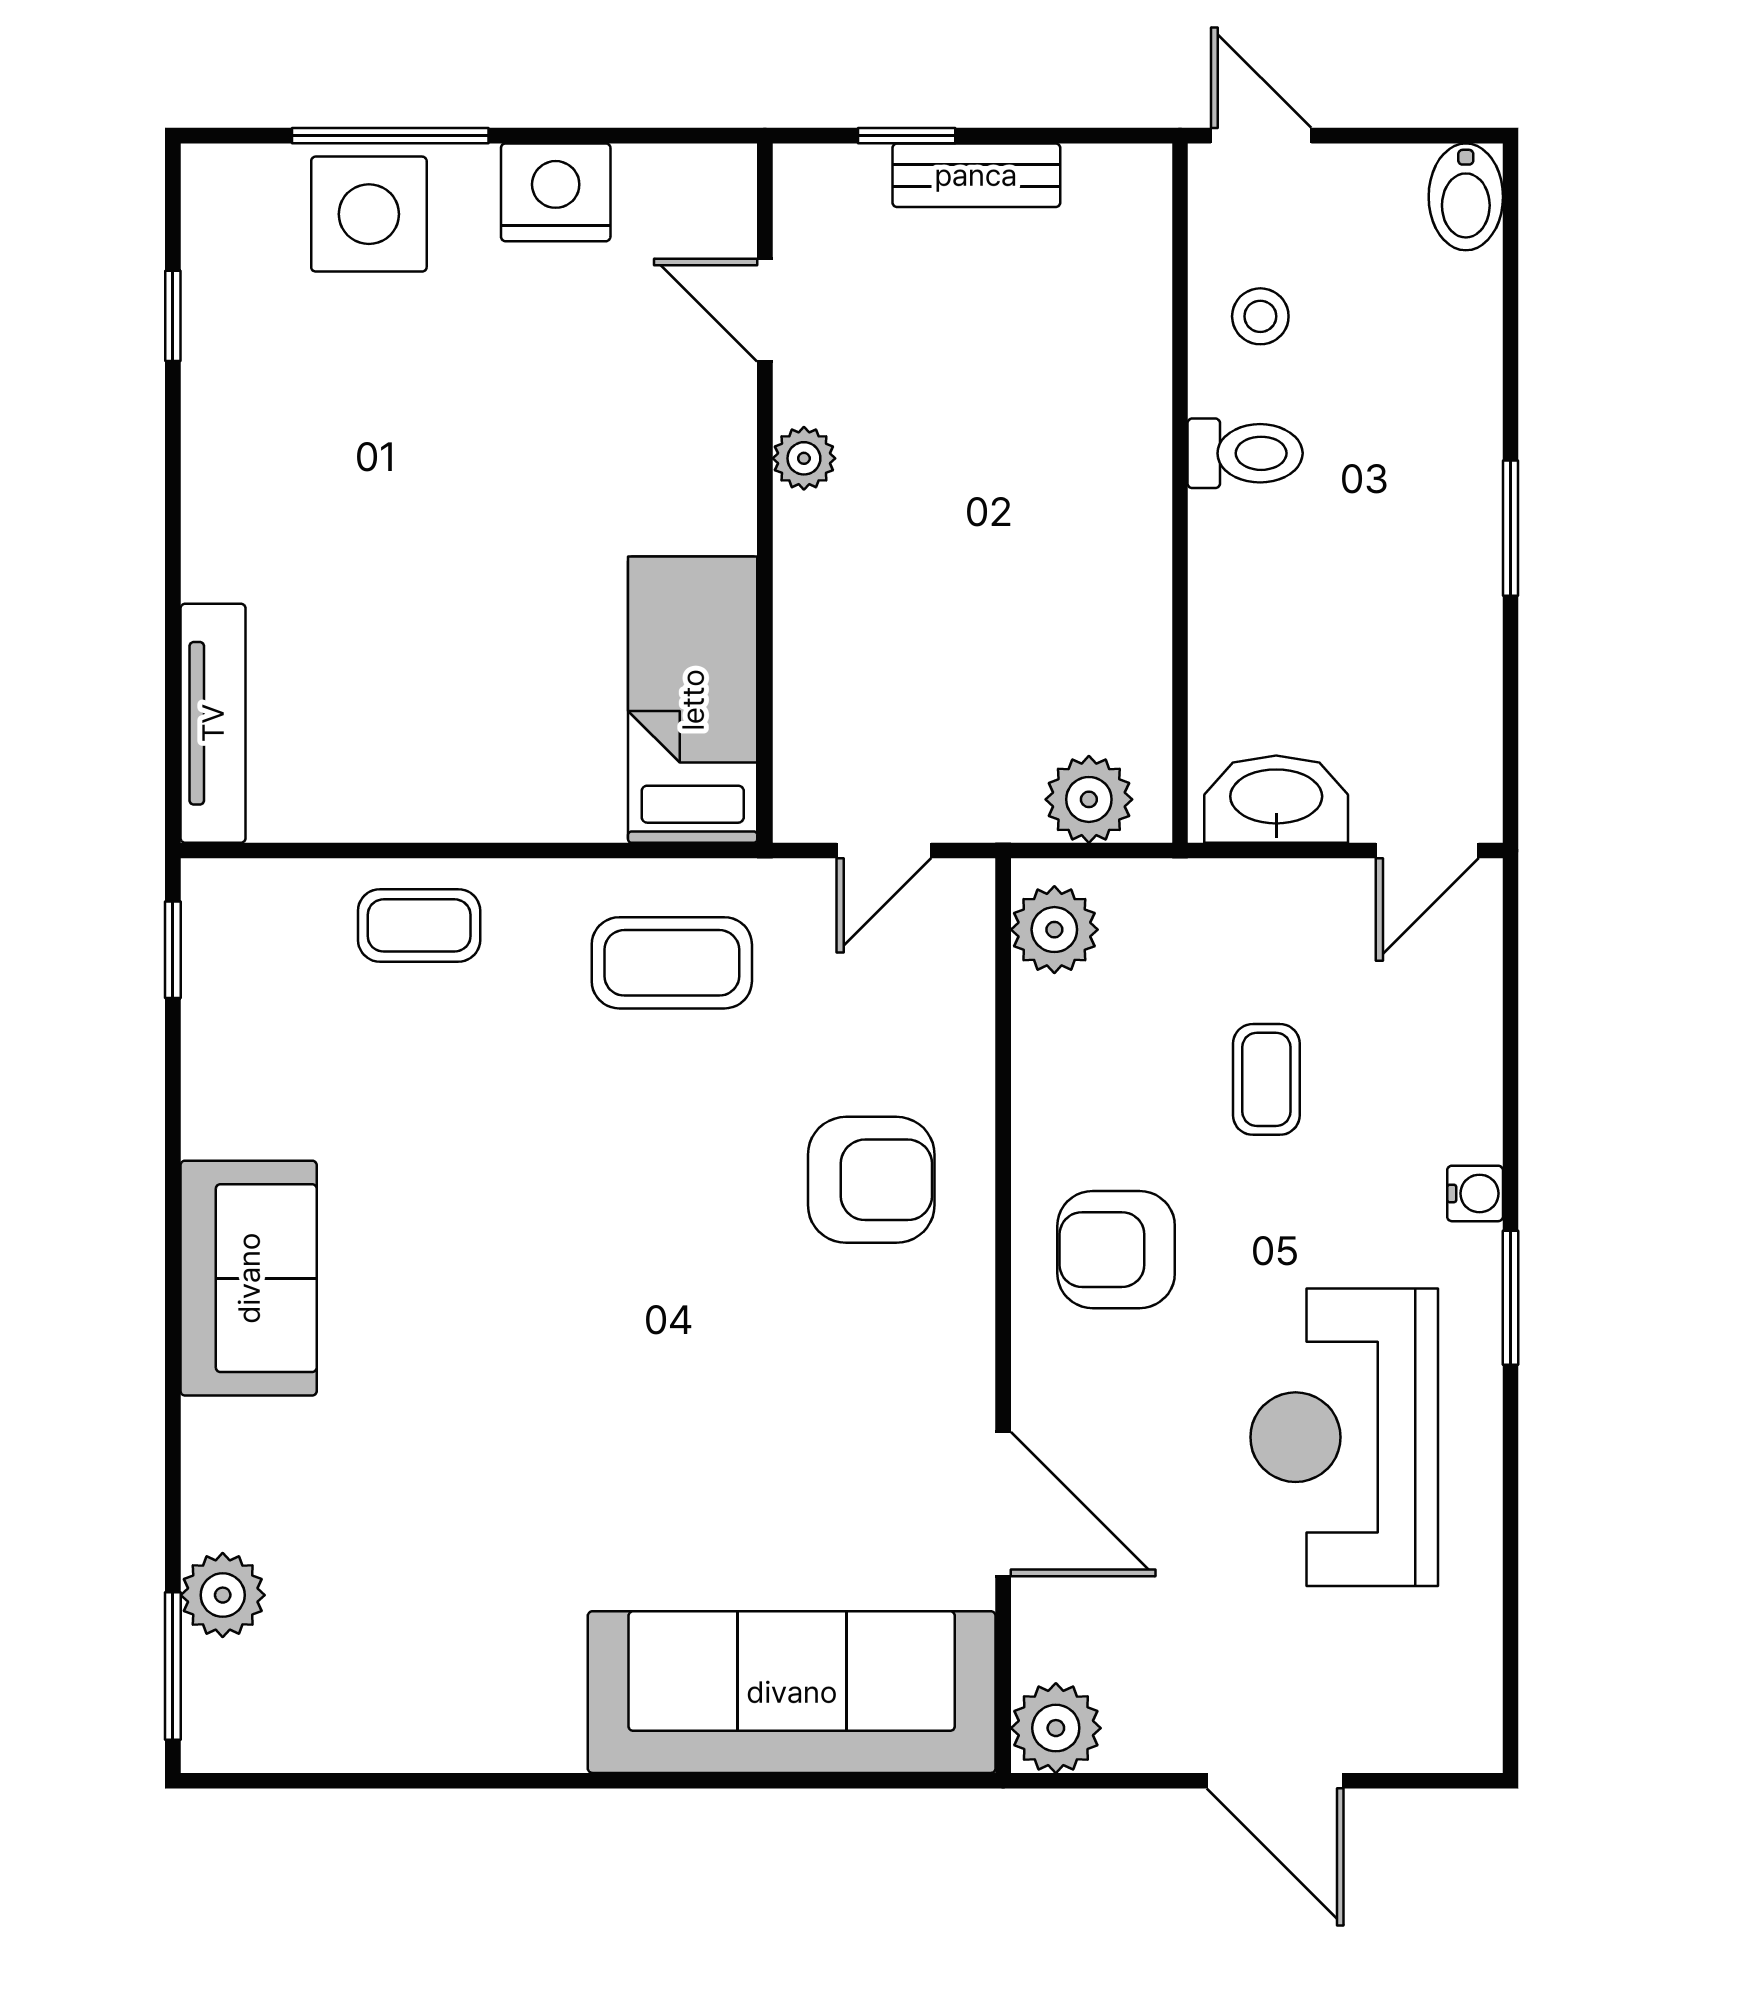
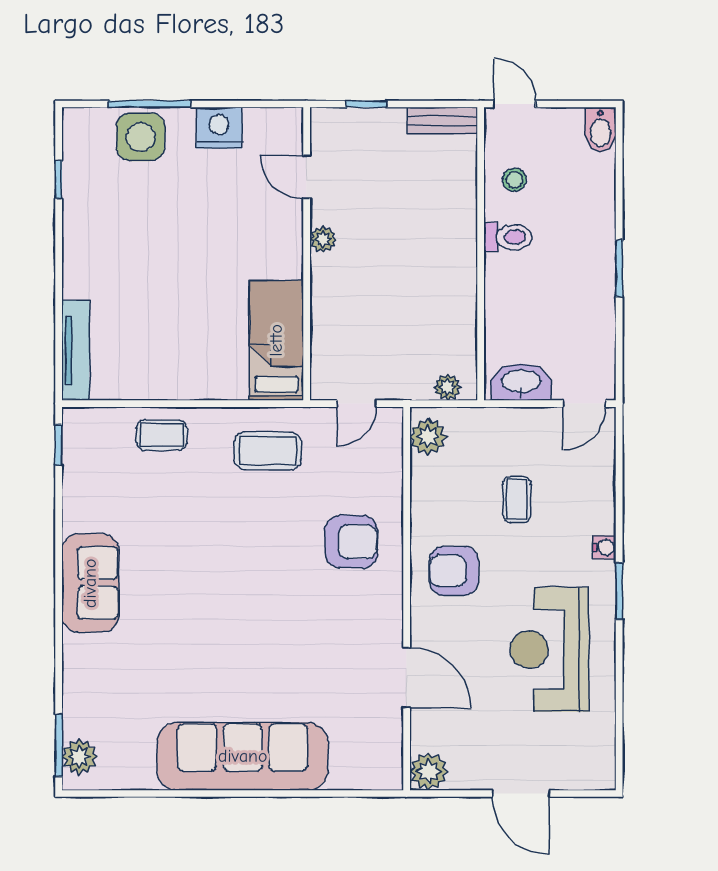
bench: (976, 175) -> (442, 121), moved
plant: (1089, 799) -> (447, 387), width x0.73, depth x0.73
plant: (223, 1595) -> (79, 757), moved
sofa: (792, 1692) -> (243, 756), moved

